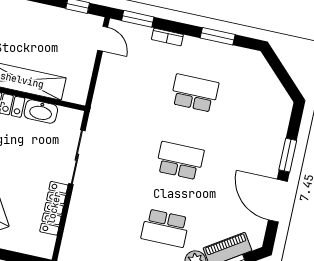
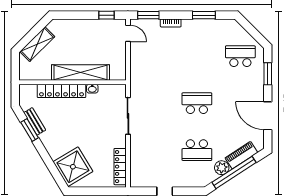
school desk: (195, 93) -> (240, 56), moved
washbasin: (41, 112) -> (92, 89), width x0.52, depth x0.69
window: (288, 155) -> (268, 74), moved
locker: (54, 208) -> (120, 167), moved

